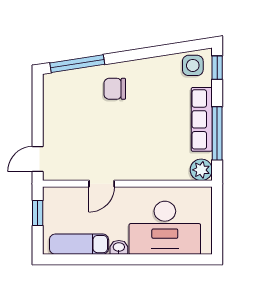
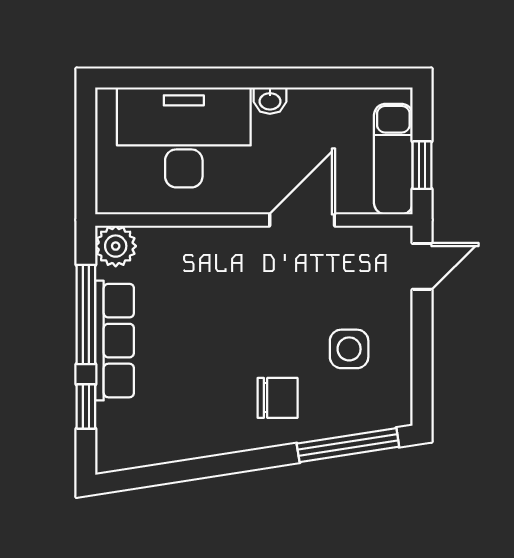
side table: (193, 65) -> (349, 349), moved
window: (217, 68) -> (86, 406), moved
door: (102, 184) -> (302, 220), width x1.37
exam couch: (79, 244) -> (393, 159), moved, turned 90

